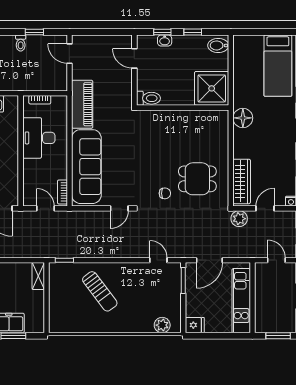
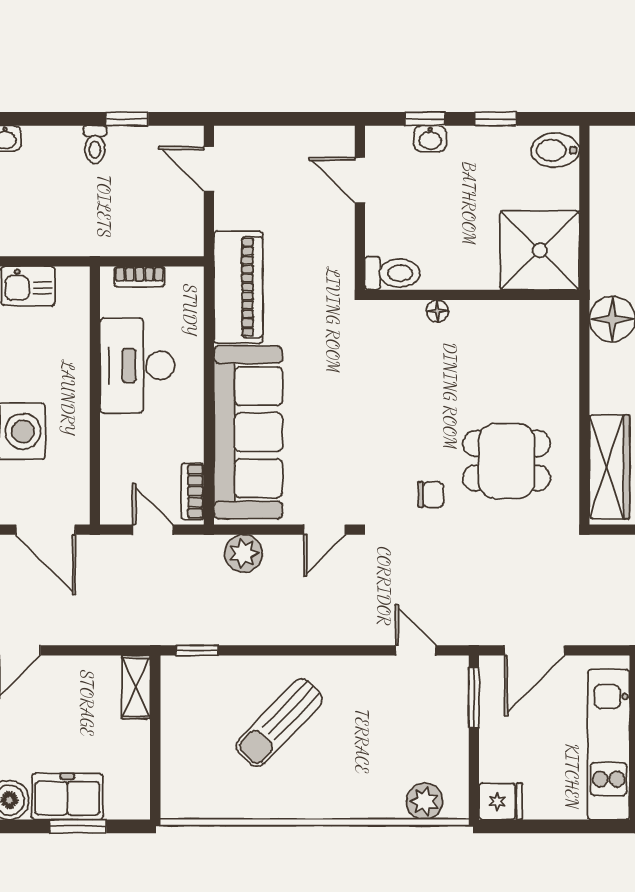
floor lamp: (168, 114) -> (437, 311), added
plant: (239, 219) -> (244, 553), moved
sun lounger: (100, 291) -> (279, 723), turned 81

